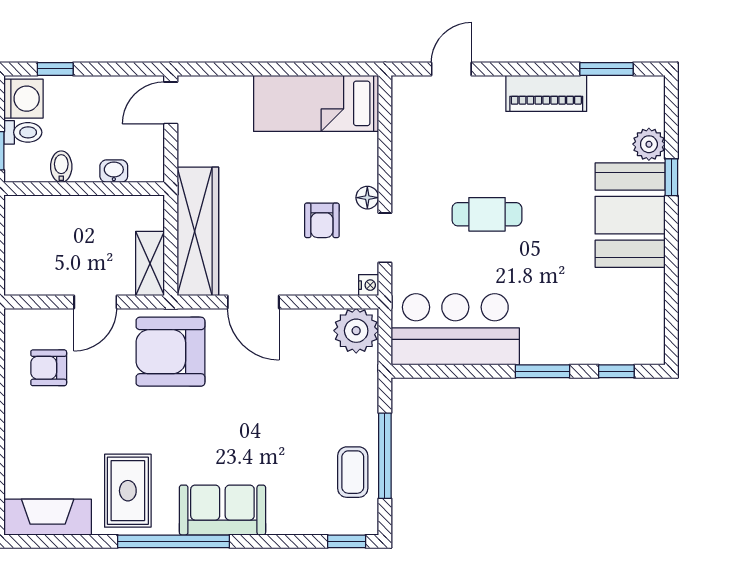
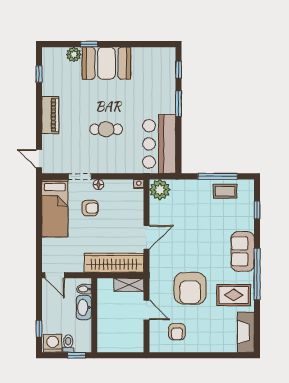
door: (451, 69) -> (39, 159), moved
window: (606, 69) -> (39, 74), width x0.67
piano: (546, 93) -> (50, 115), moved
bidet: (61, 167) -> (84, 289), moved
washbasin: (114, 171) -> (84, 307), width x1.91, depth x1.45
cafe table: (487, 214) -> (106, 129), turned 90
armchair: (322, 220) -> (90, 208), moved
doorway: (385, 238) -> (80, 176), moved
armchair: (170, 352) -> (190, 288), moved
window: (347, 541) -> (257, 210), moved

